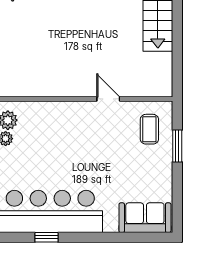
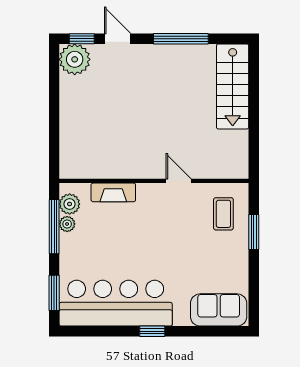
fireplace: (48, 110) -> (113, 192), added
window: (47, 237) -> (152, 331), moved

